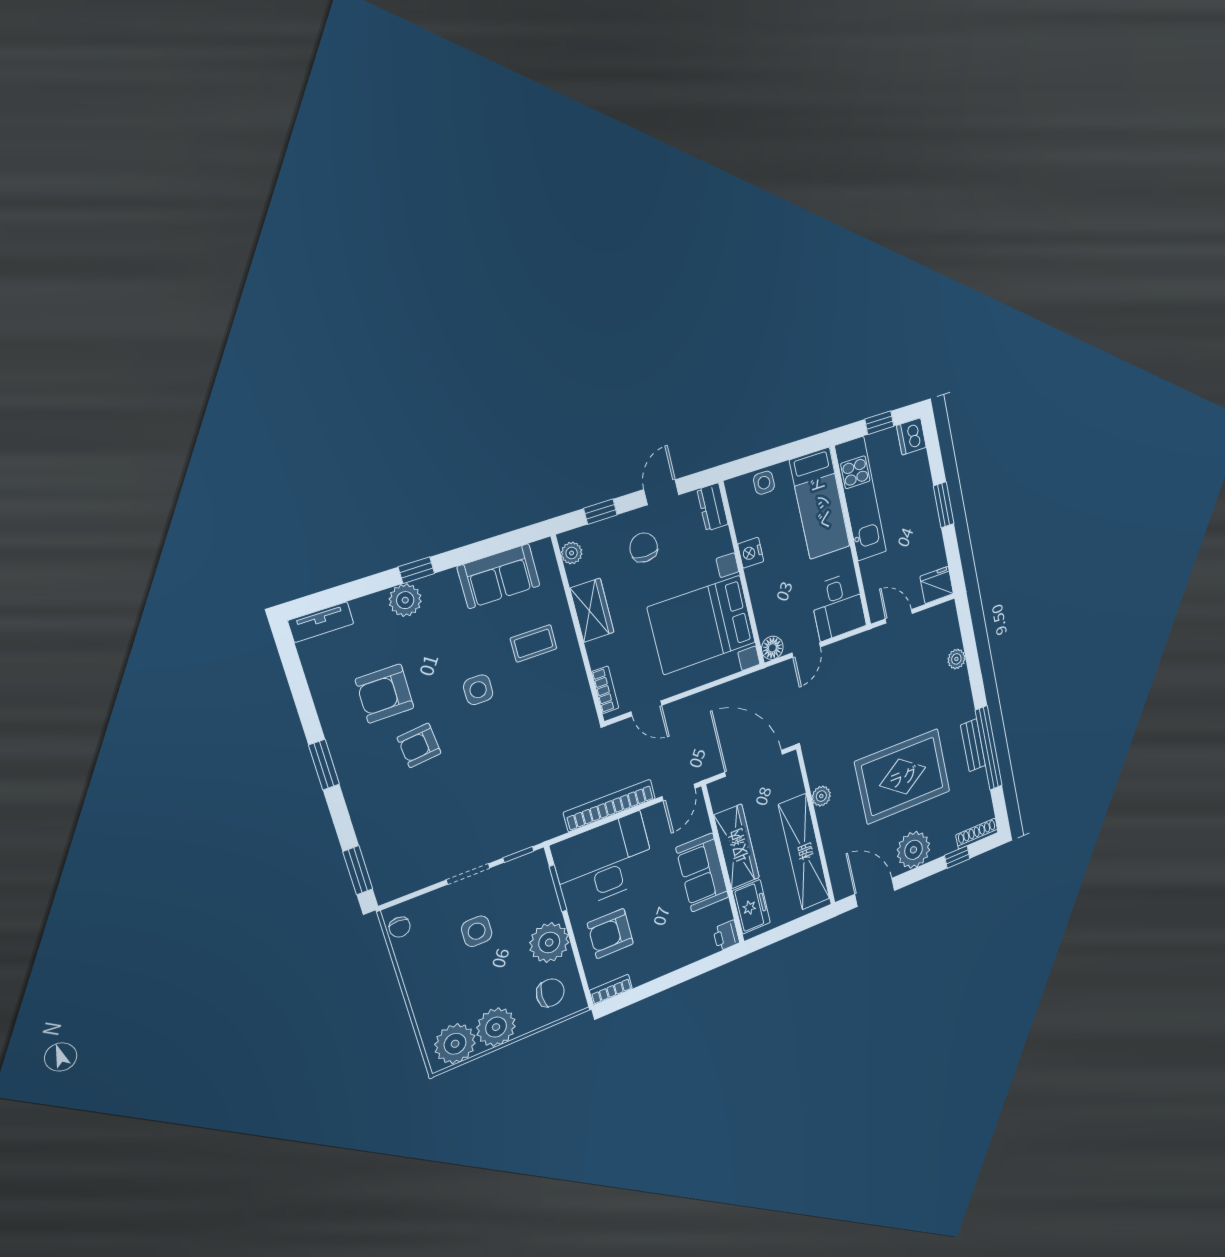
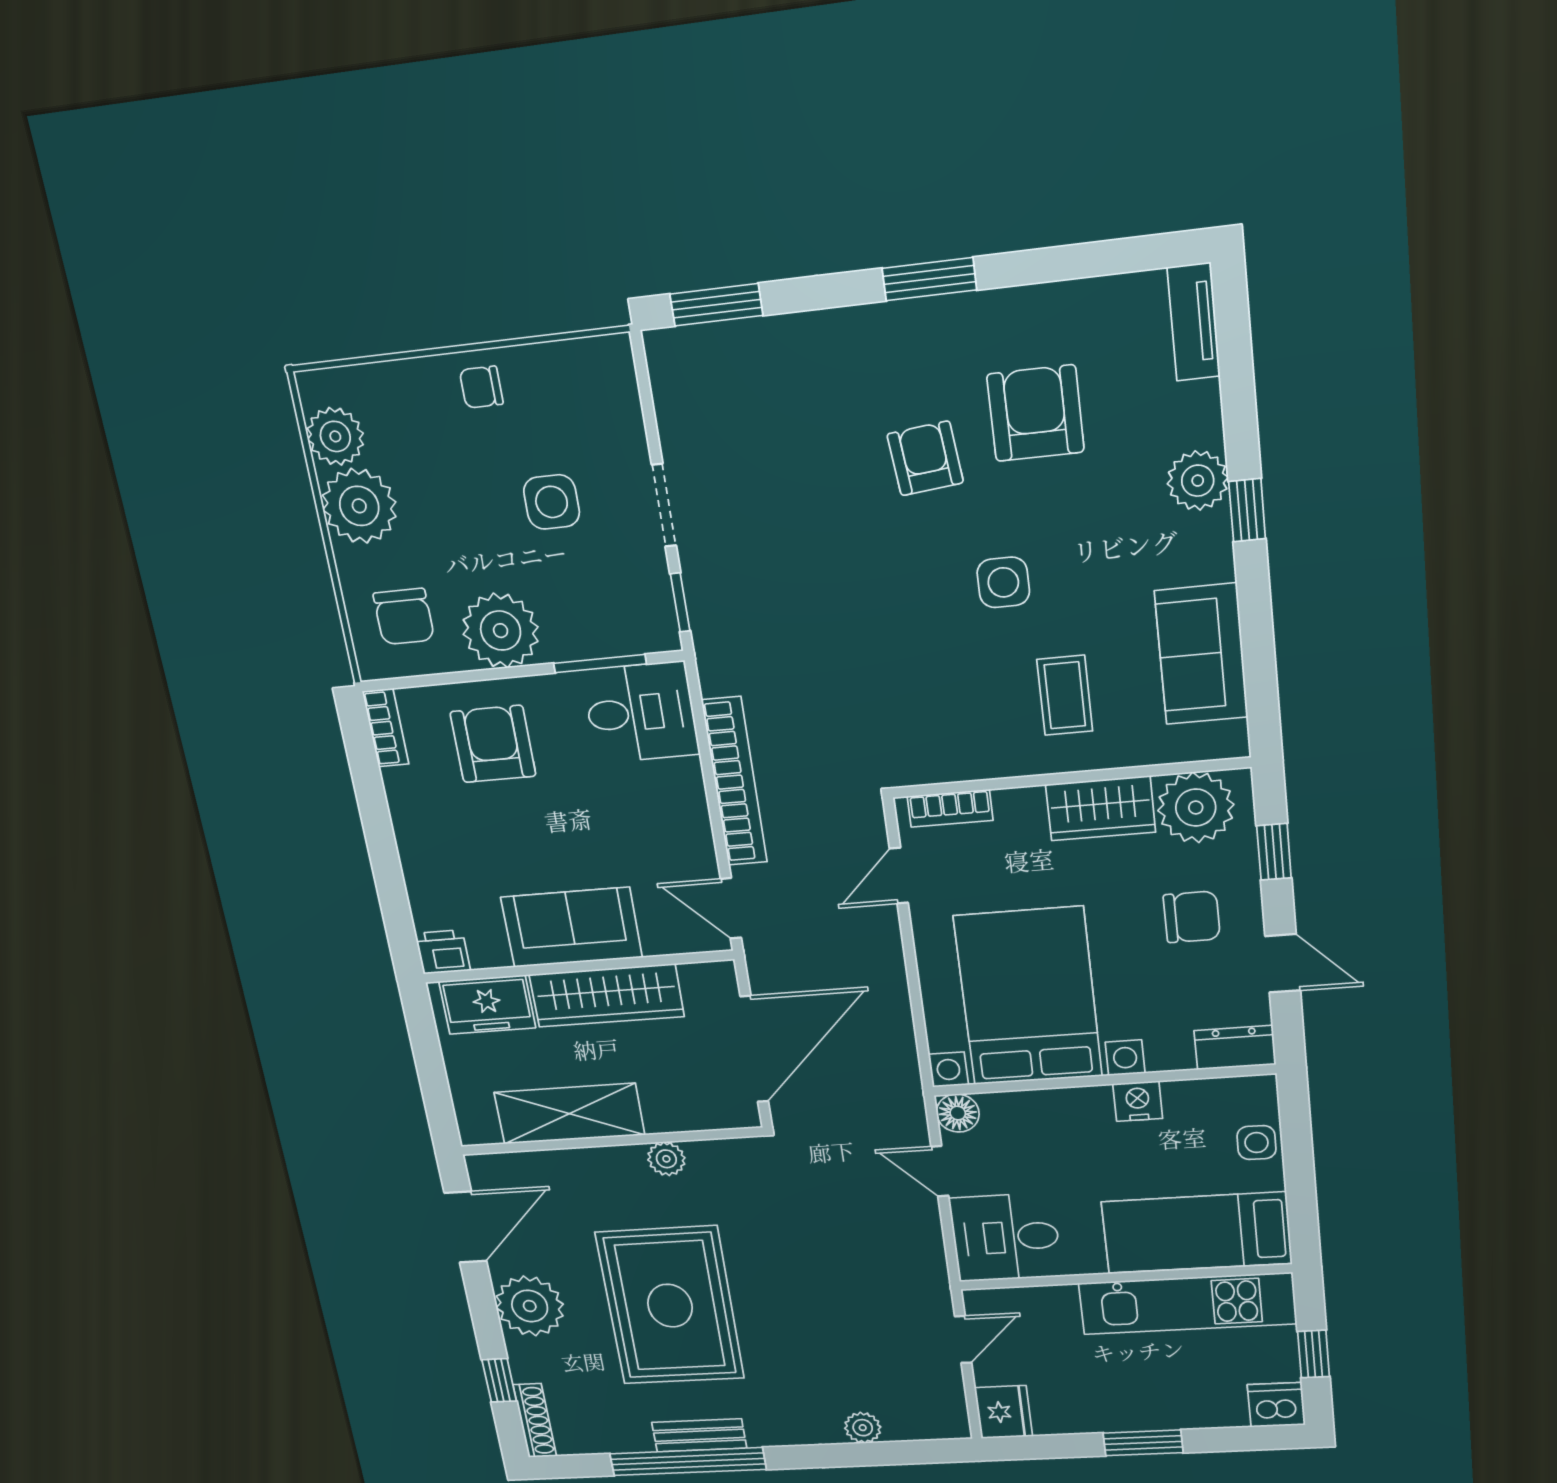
plant: (572, 553) -> (1196, 808), width x1.88, depth x1.88
shelving: (804, 852) -> (569, 1114), width x0.68
desk: (604, 861) -> (641, 712), width x0.53, depth x0.77
chair: (400, 927) -> (481, 387), moved
plant: (455, 1044) -> (335, 436), width x0.73, depth x0.73

